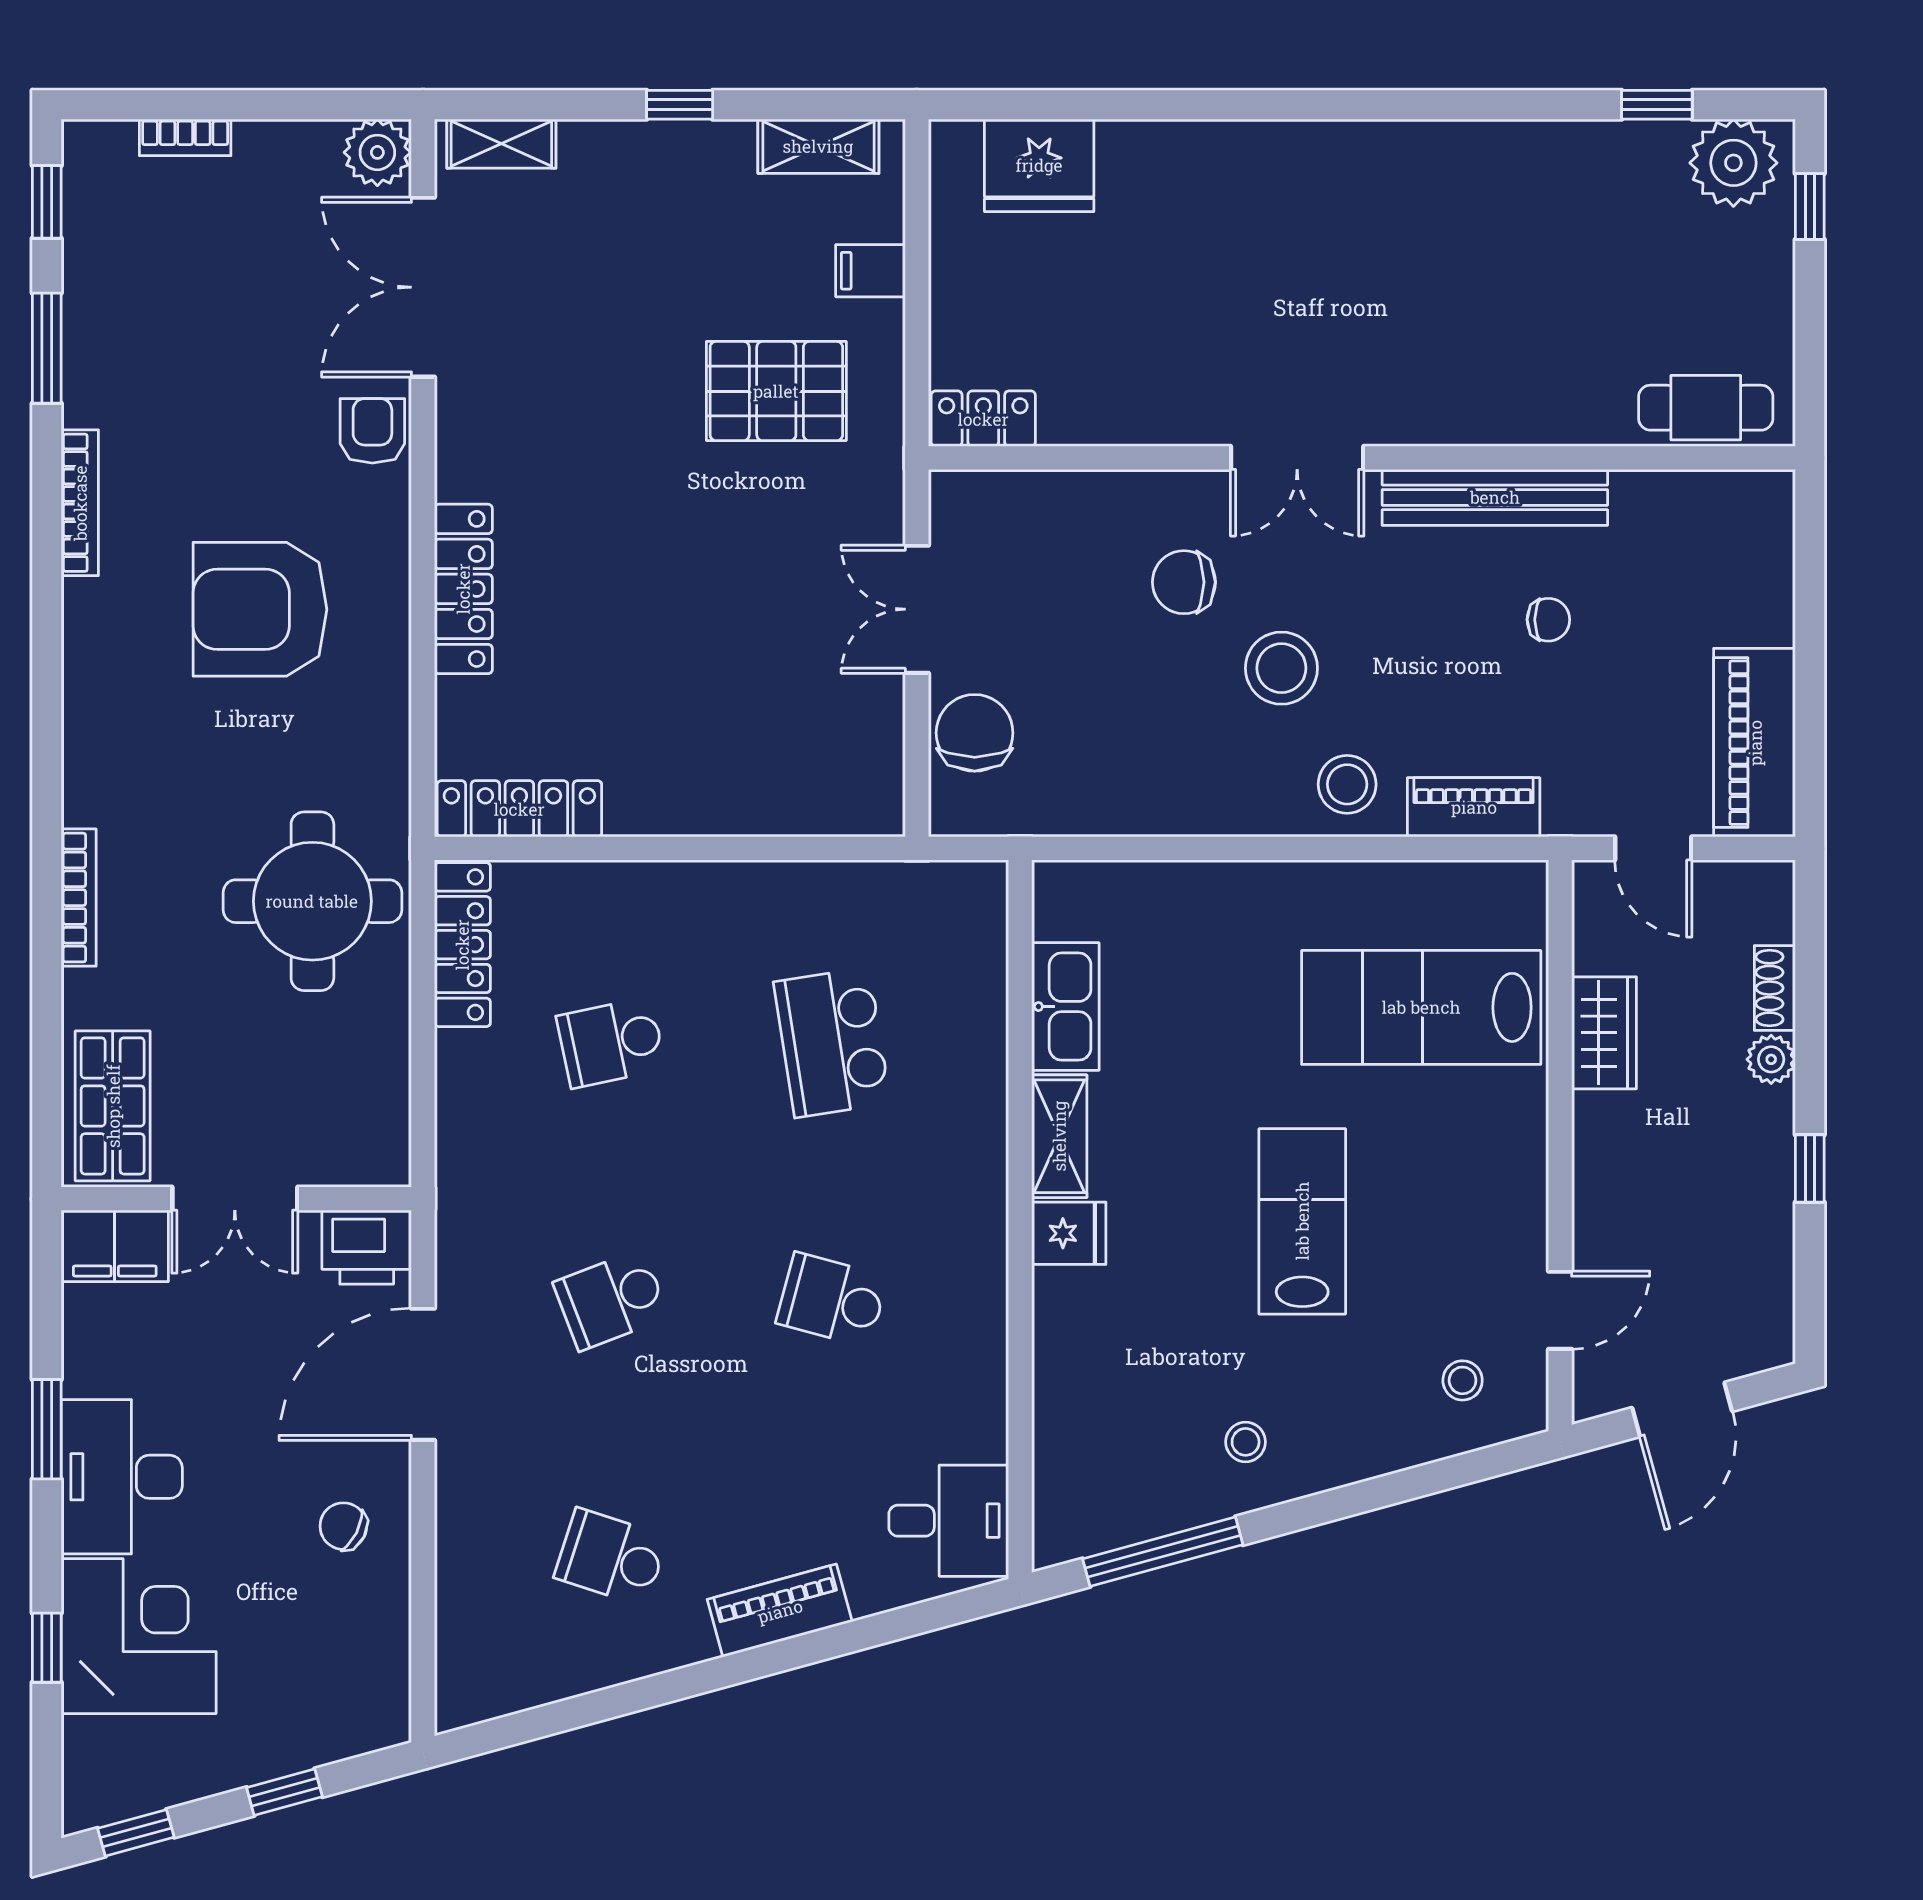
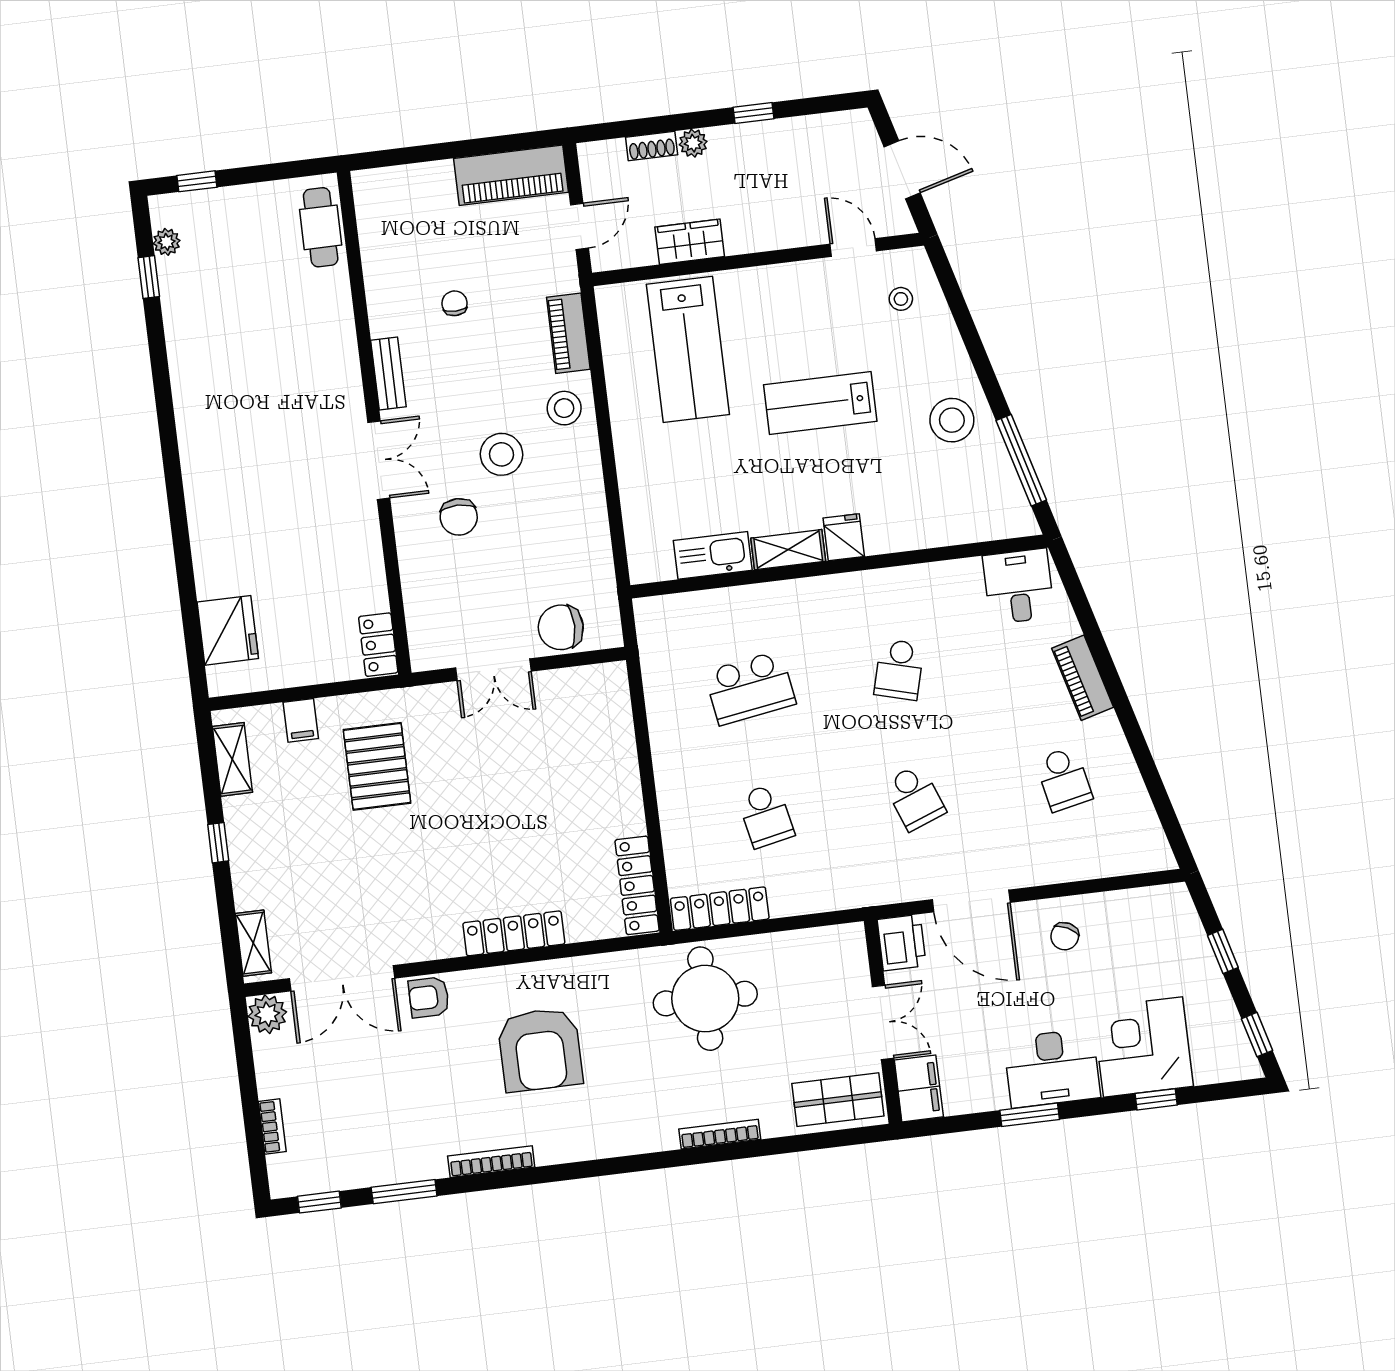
plant: (1733, 163) -> (167, 242), width x0.53, depth x0.53
bench: (1495, 497) -> (388, 374), width x0.54, depth x0.82
stool: (1246, 1442) -> (952, 420), width x1.89, depth x1.89
school desk: (611, 1557) -> (1064, 779), turned -30

